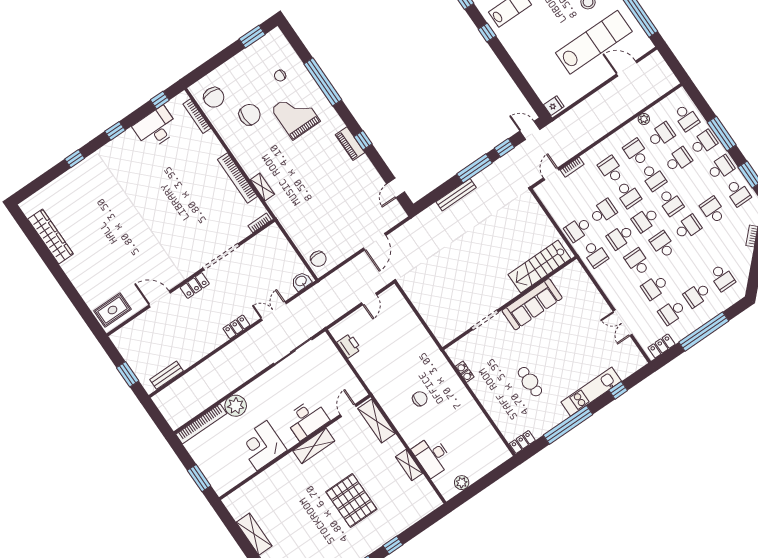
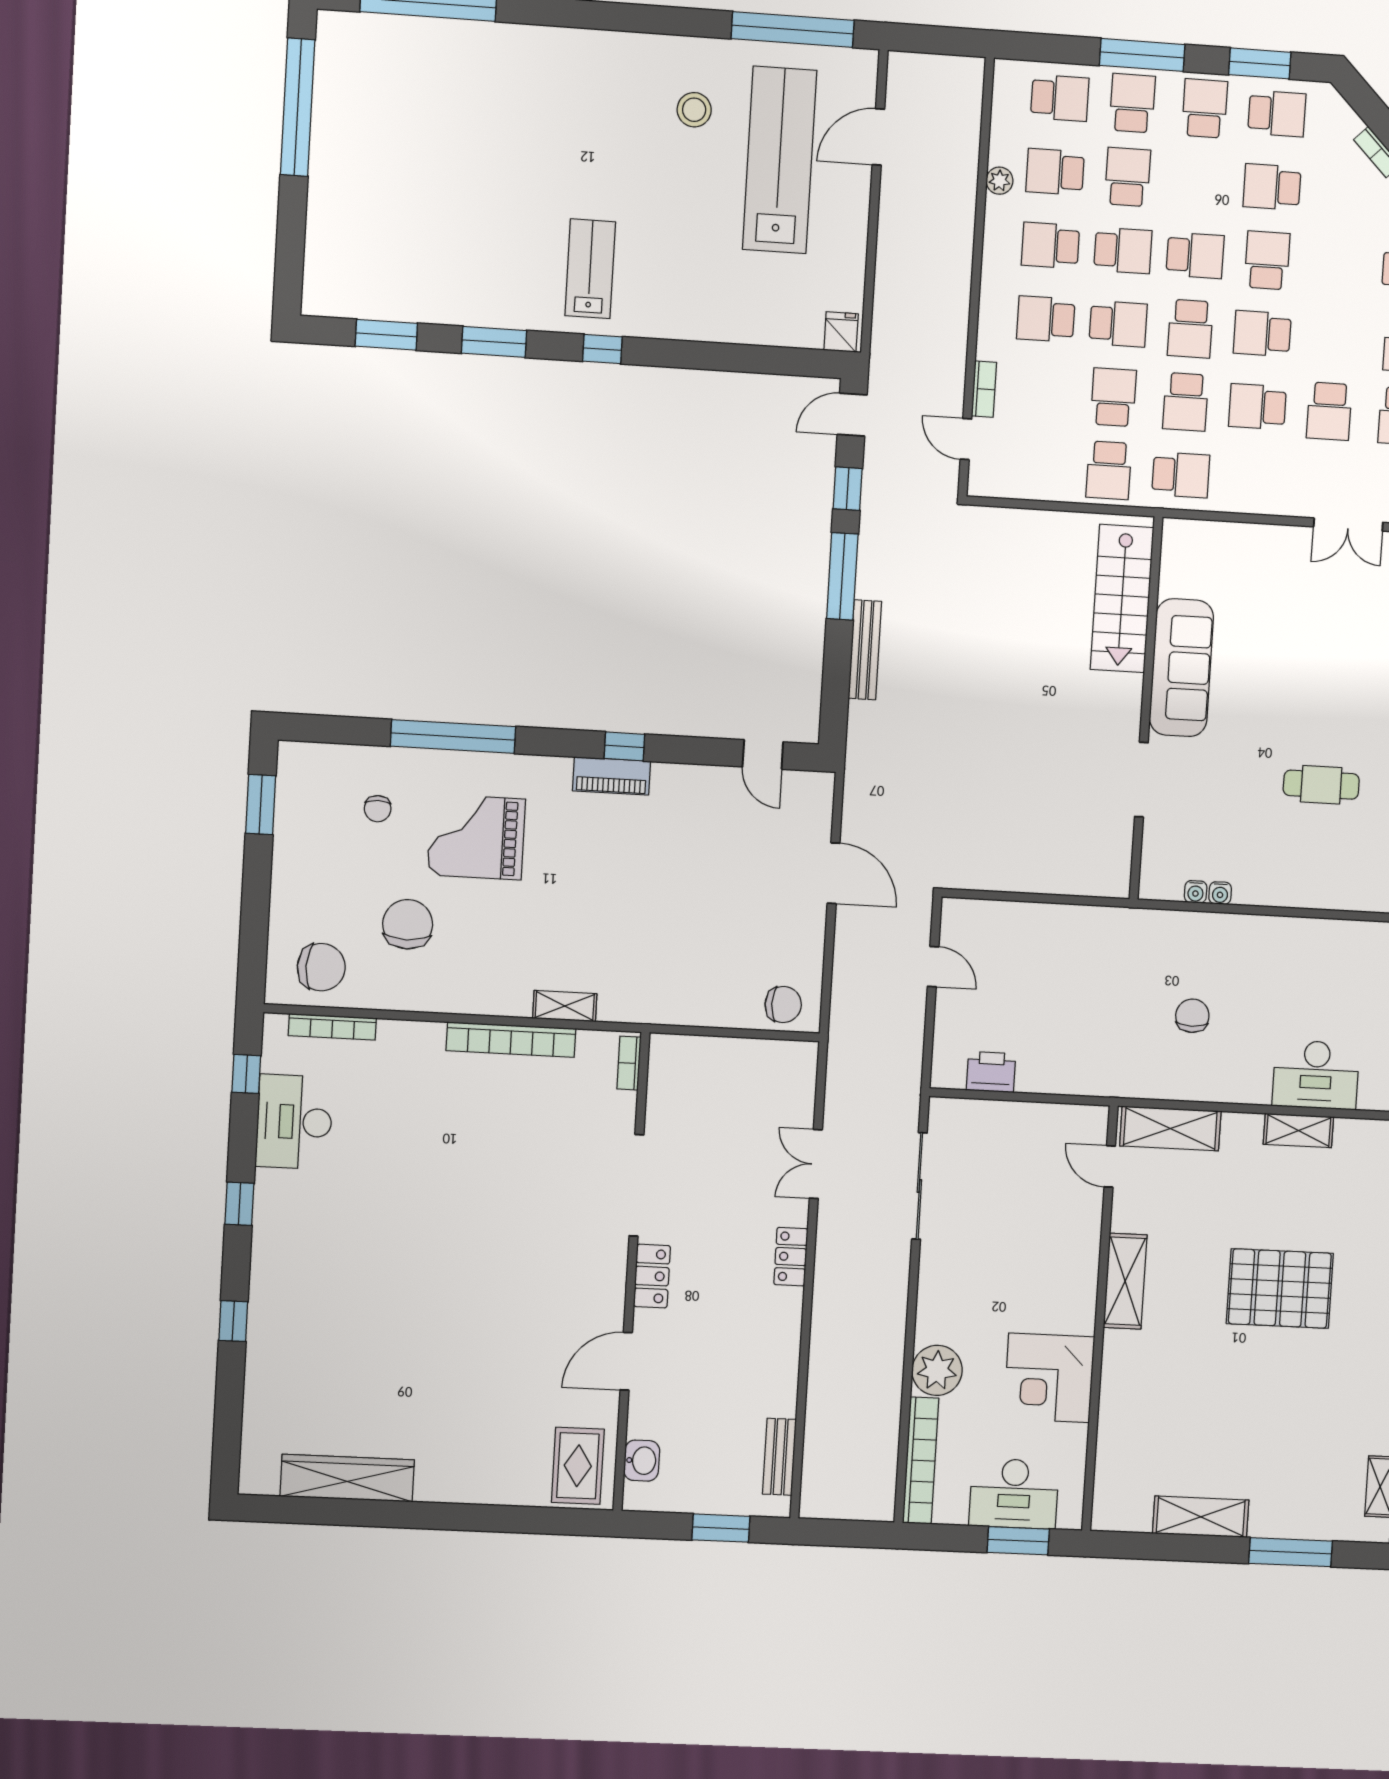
school desk: (661, 135) -> (1055, 172), turned -90
washbasin: (301, 281) -> (642, 1461), moved, turned 180
desk: (307, 419) -> (1014, 1494), moved, turned 90

